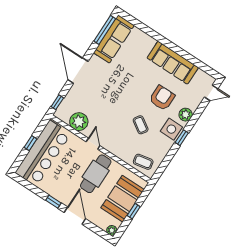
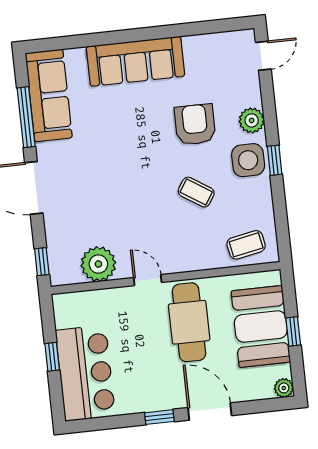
window: (105, 30) -> (26, 117), moved
sofa: (173, 63) -> (135, 61), moved
bar counter: (43, 153) -> (85, 373), width x0.73

